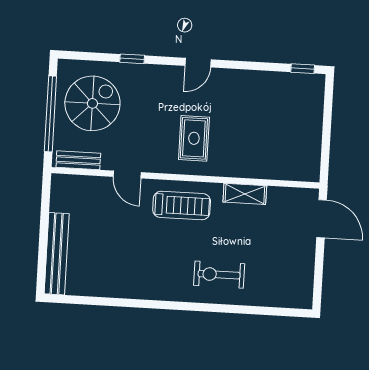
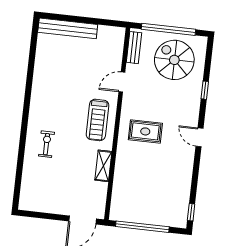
spiral stairs: (92, 103) -> (174, 60), turned 180
window: (326, 135) -> (142, 227), added
exercise bike: (219, 275) -> (46, 144), width x0.73, depth x0.72

